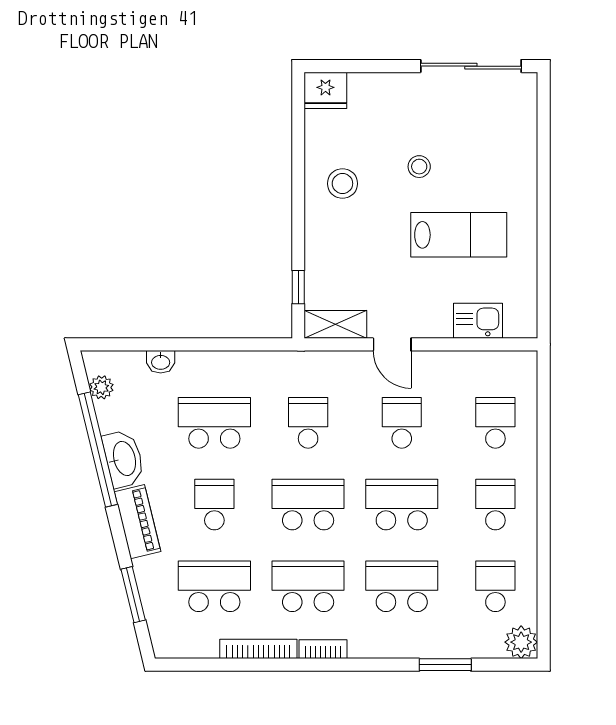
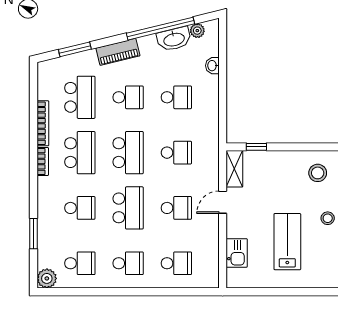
lab bench: (459, 235) -> (287, 242), turned 180
school desk: (214, 423) -> (176, 97), width x0.54
washbasin: (124, 459) -> (174, 39), moved
school desk: (402, 586) -> (80, 208), width x0.54

